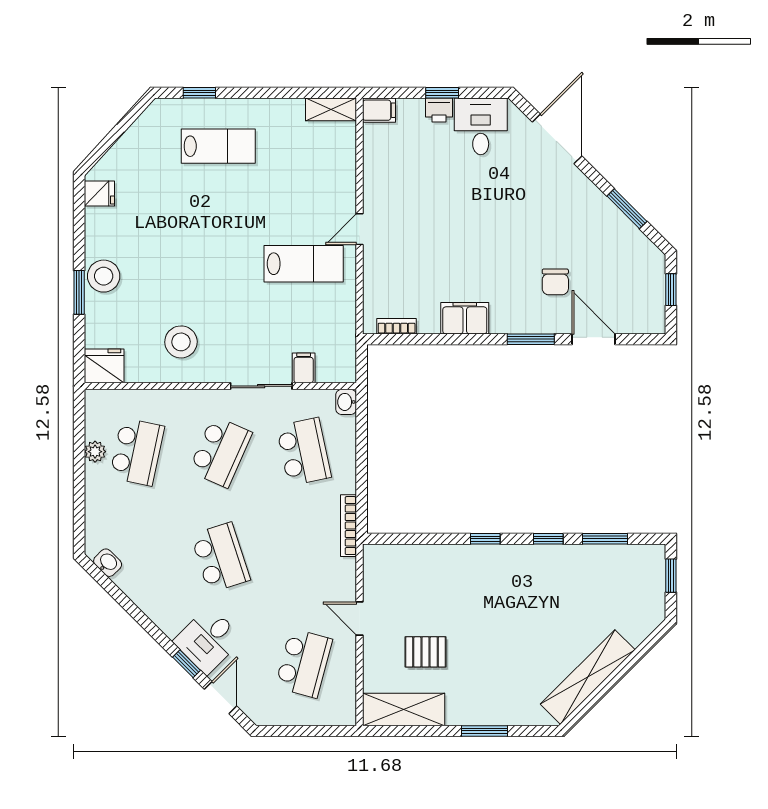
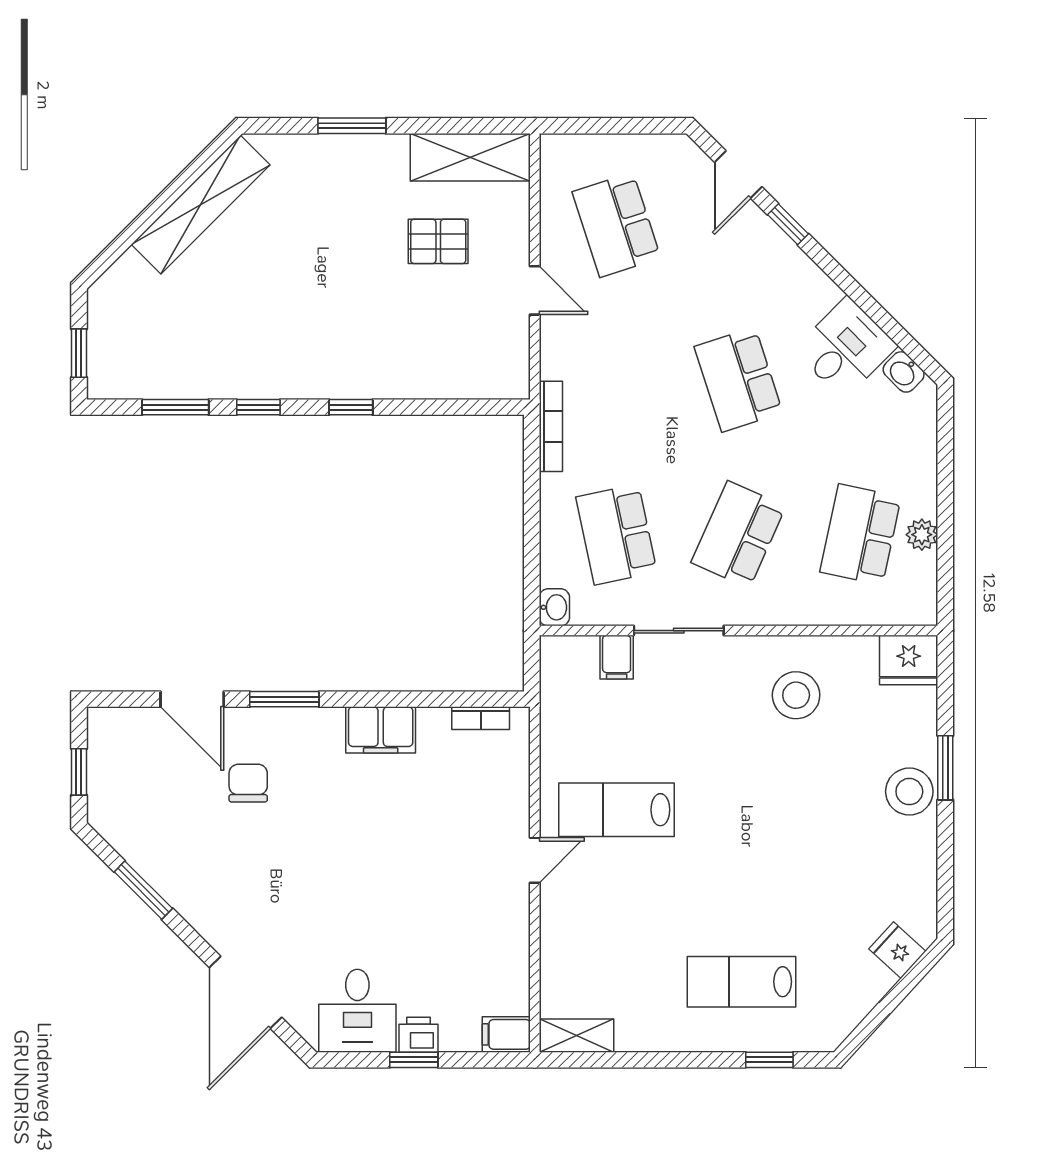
fridge: (99, 193) -> (897, 950), moved, turned 42
desk: (208, 640) -> (845, 348), moved
school desk: (304, 663) -> (616, 225), turned -33

